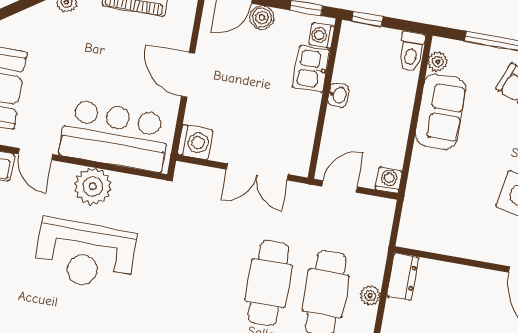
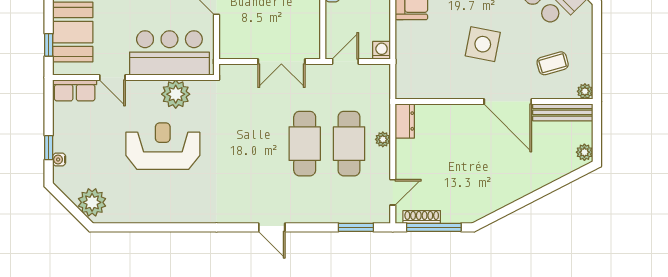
washing machine: (195, 142) -> (231, 47), removed
plant: (93, 186) -> (176, 94), moved
reception desk: (85, 254) -> (163, 146), turned 180

